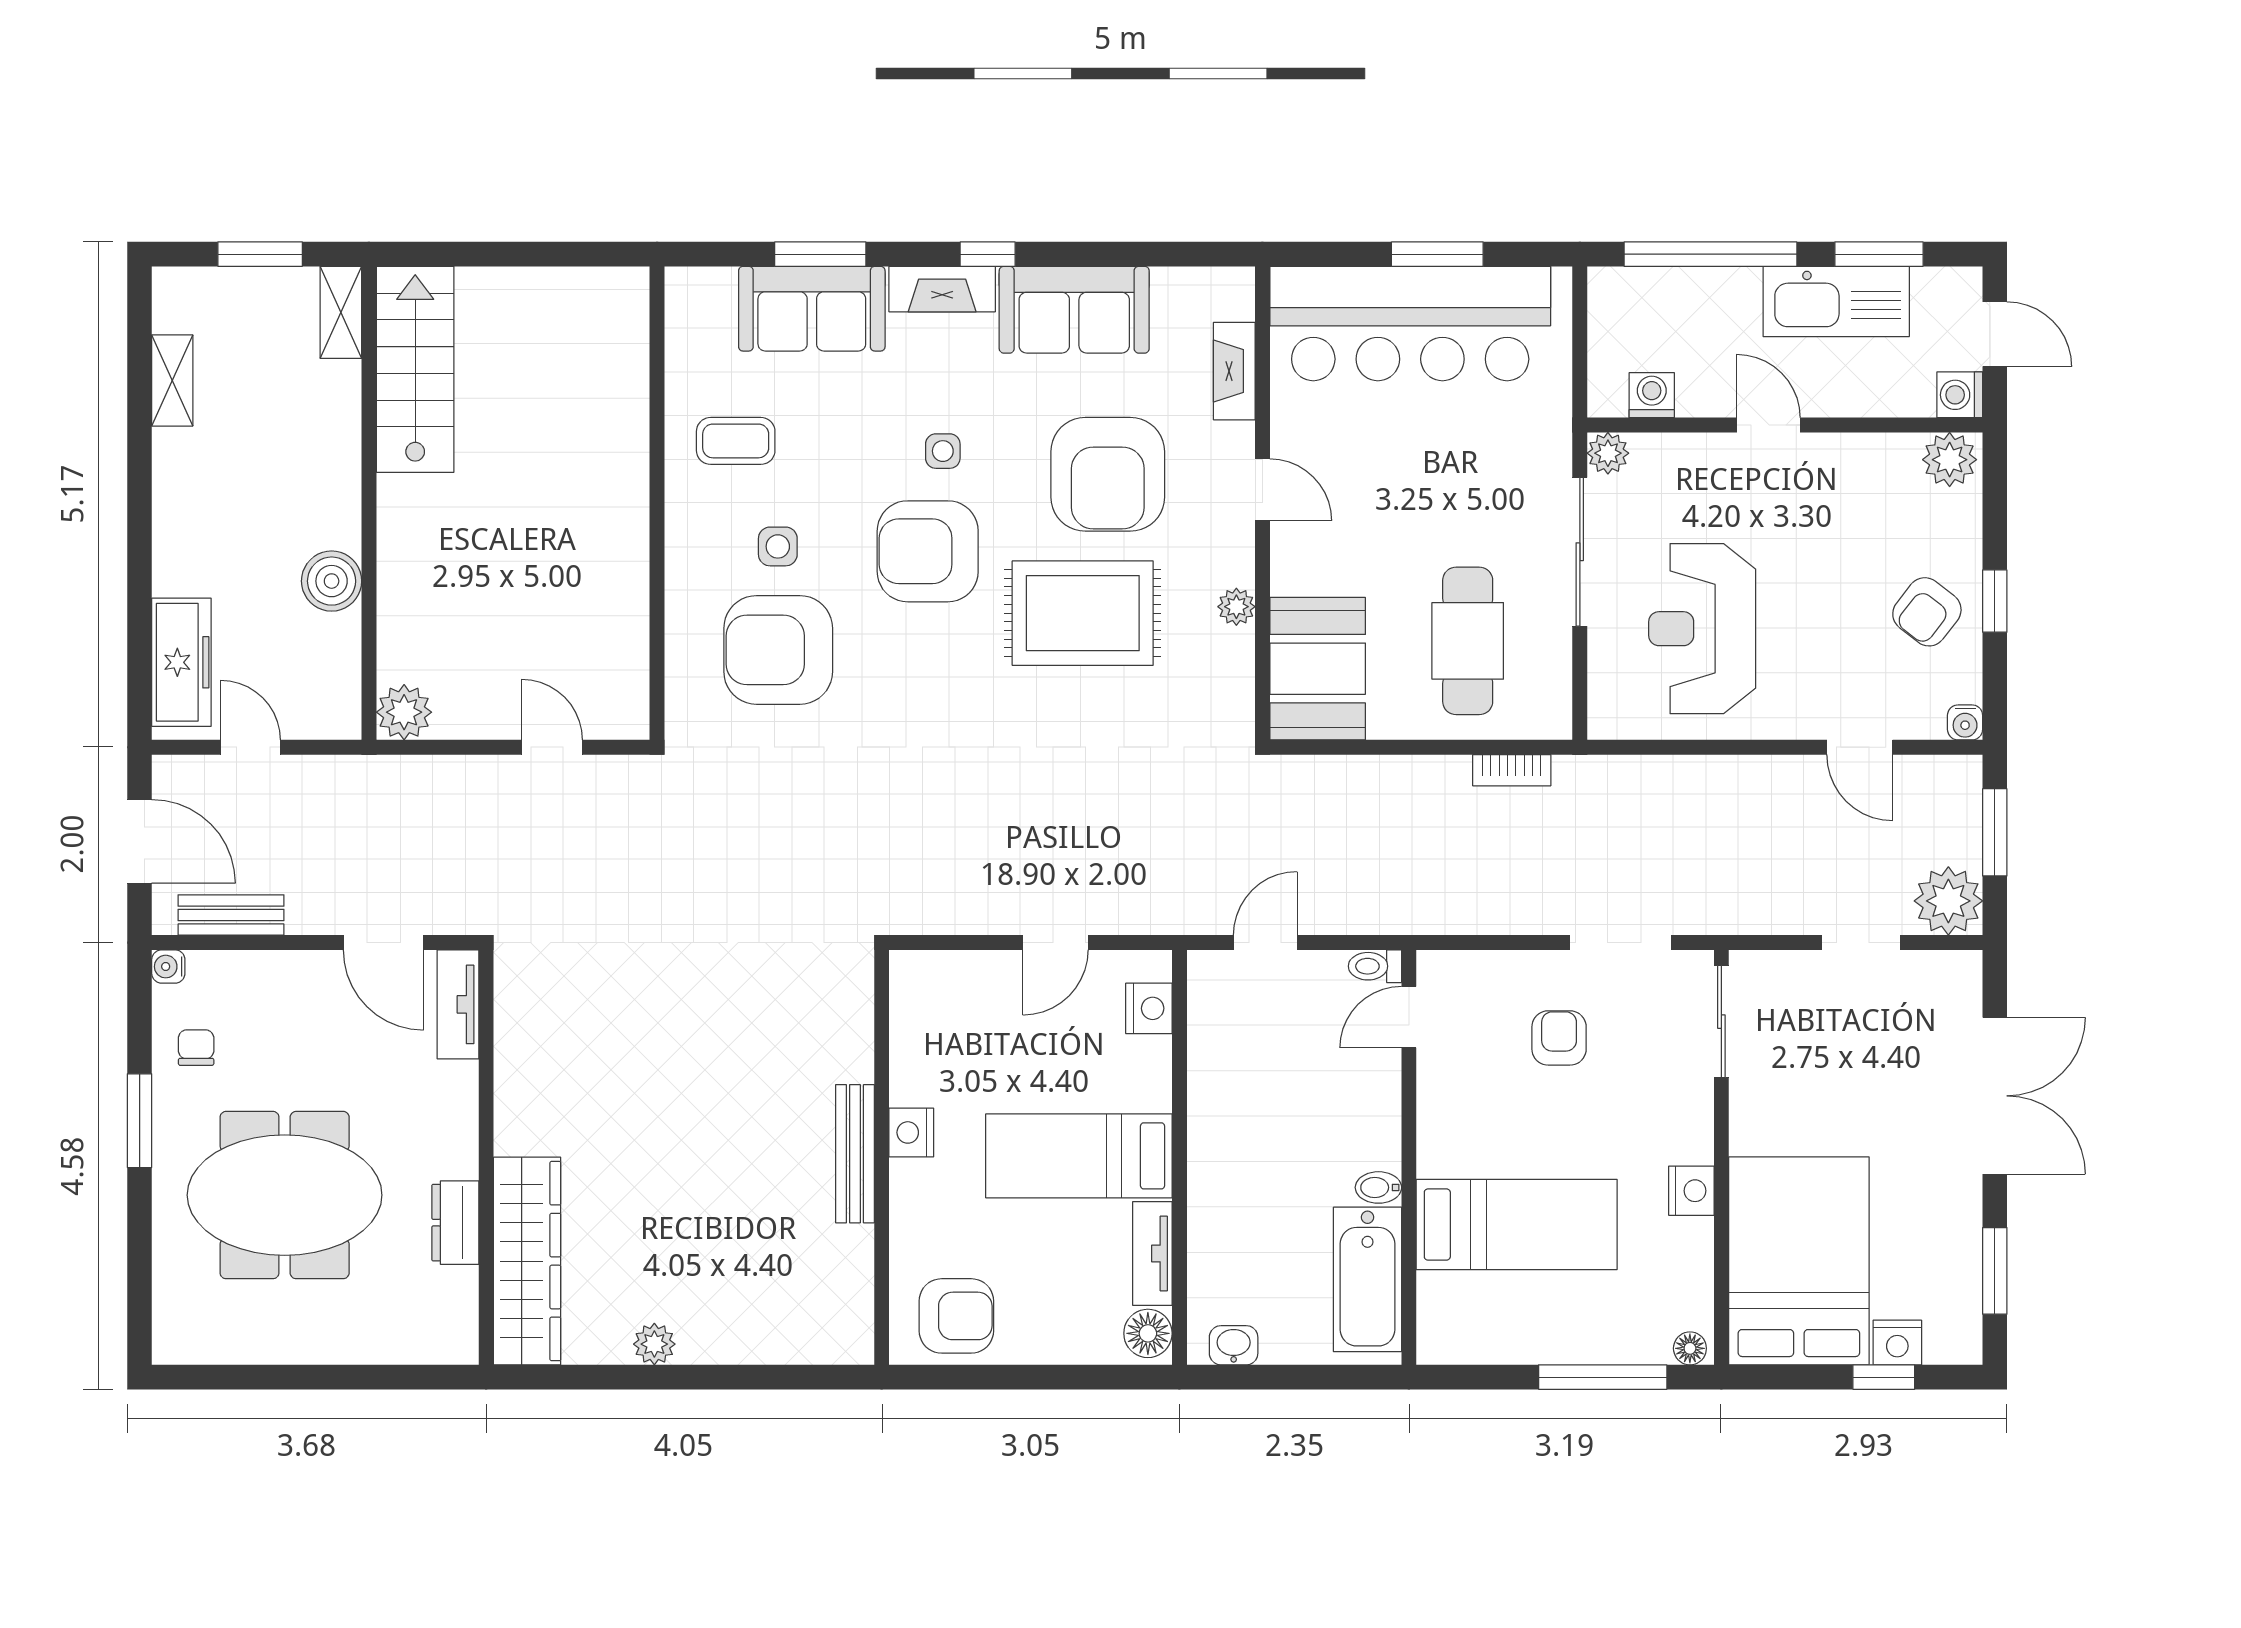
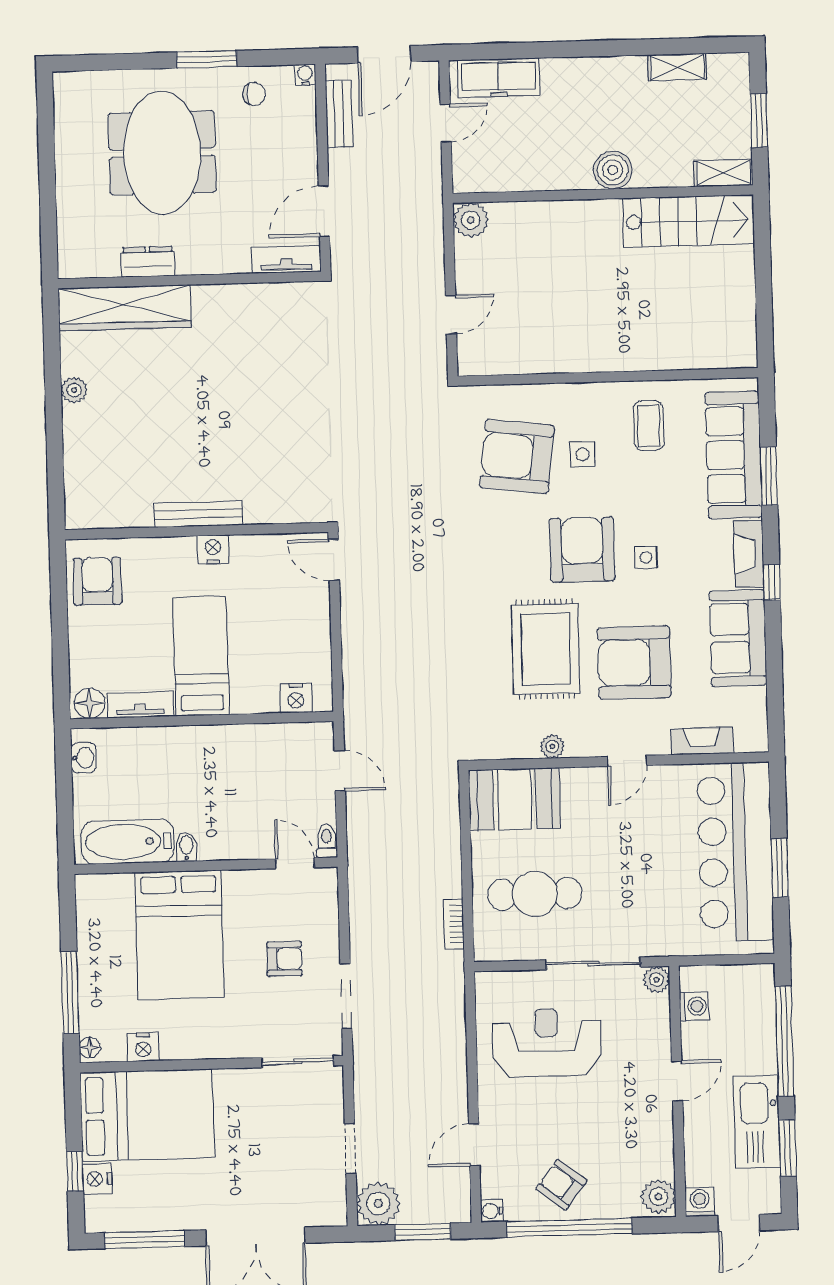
sofa: (812, 309) -> (734, 455), width x1.36
boiler: (332, 581) -> (613, 170), moved
window: (1995, 601) -> (569, 1228), width x3.17
armchair: (778, 650) -> (517, 456), turned -83
door: (1056, 943) -> (334, 560), moved
nightstand: (1691, 1191) -> (143, 1047), moved
bed: (1517, 1225) -> (180, 935), width x1.50
window: (1995, 1271) -> (144, 1240), width x1.44
armchair: (956, 1316) -> (97, 581), turned 180

